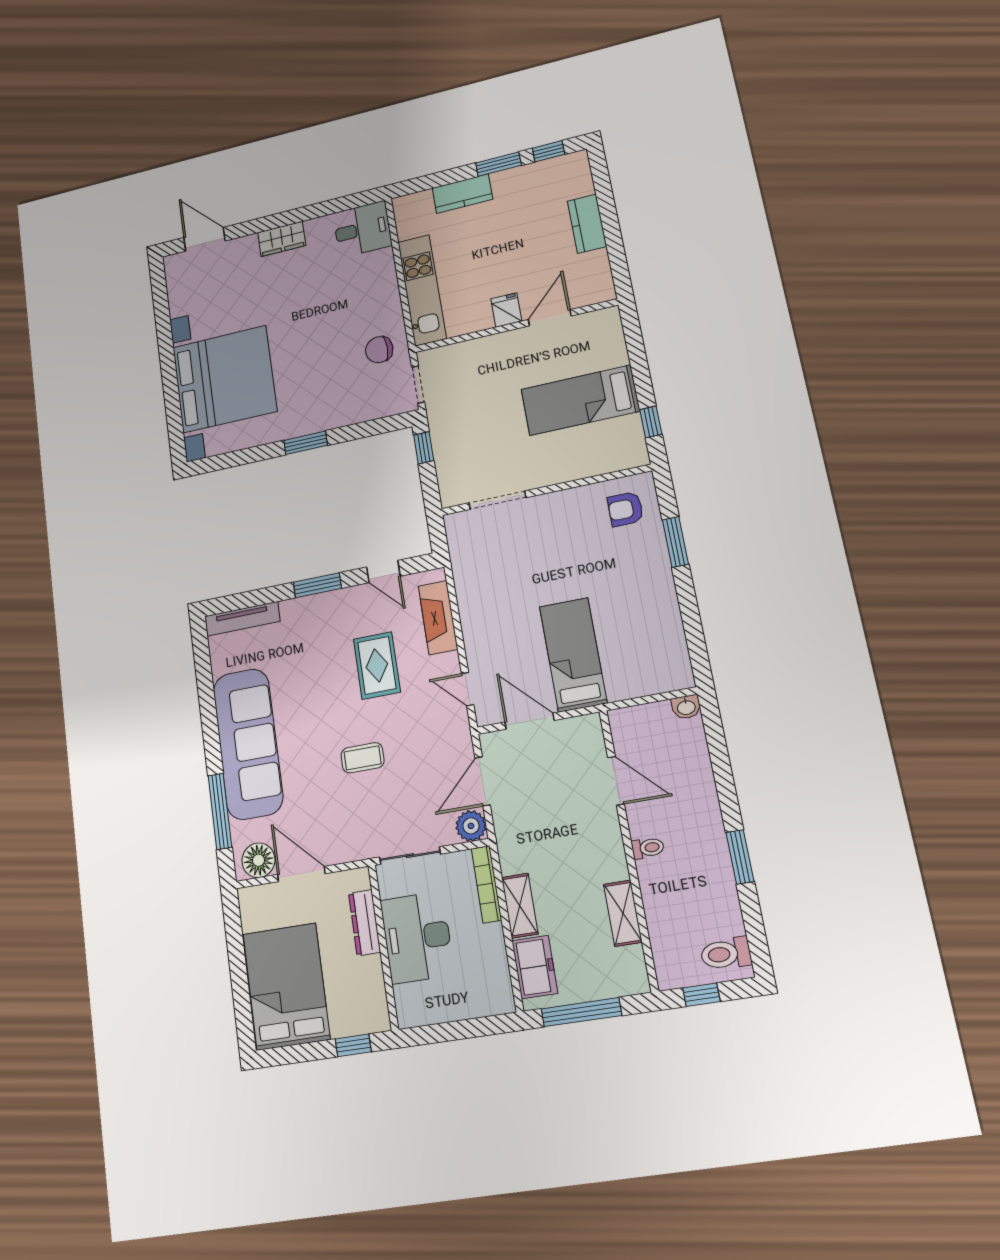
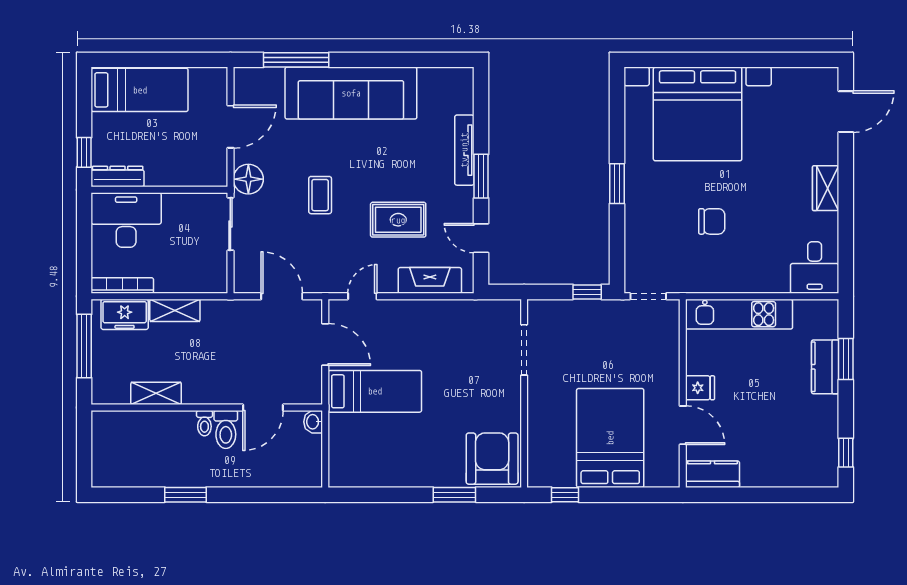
window: (498, 164) -> (846, 359), moved
kitchen counter: (587, 224) -> (712, 474), moved
chair: (379, 350) -> (712, 221), moved, turned 90
bed: (580, 400) -> (610, 438), width x1.50
armchair: (625, 509) -> (492, 459), width x1.88, depth x1.88
door: (383, 572) -> (481, 238), hinge flipped
tv unit: (242, 619) -> (464, 150), moved
washbasin: (686, 707) -> (313, 422), moved
door: (529, 721) -> (325, 345), hinge flipped
plant: (471, 826) -> (246, 280), removed
floor lamp: (258, 860) -> (248, 179), moved
bookcase: (486, 884) -> (122, 285), moved
dresser: (365, 923) -> (118, 177), moved
desk: (417, 937) -> (126, 220), moved
toilet: (726, 954) -> (226, 429), moved, turned 180
bed: (286, 986) -> (140, 90), width x0.67
window: (701, 995) -> (84, 443), removed

